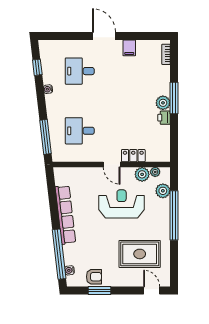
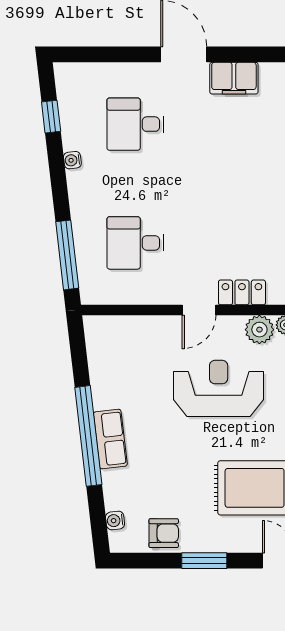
filing cabinet: (129, 48) -> (234, 78), width x2.00
door: (112, 165) -> (199, 310), hinge flipped
row of seats: (65, 215) -> (110, 439), width x0.50
window: (59, 254) -> (88, 436), moved
window: (100, 290) -> (204, 561), moved

